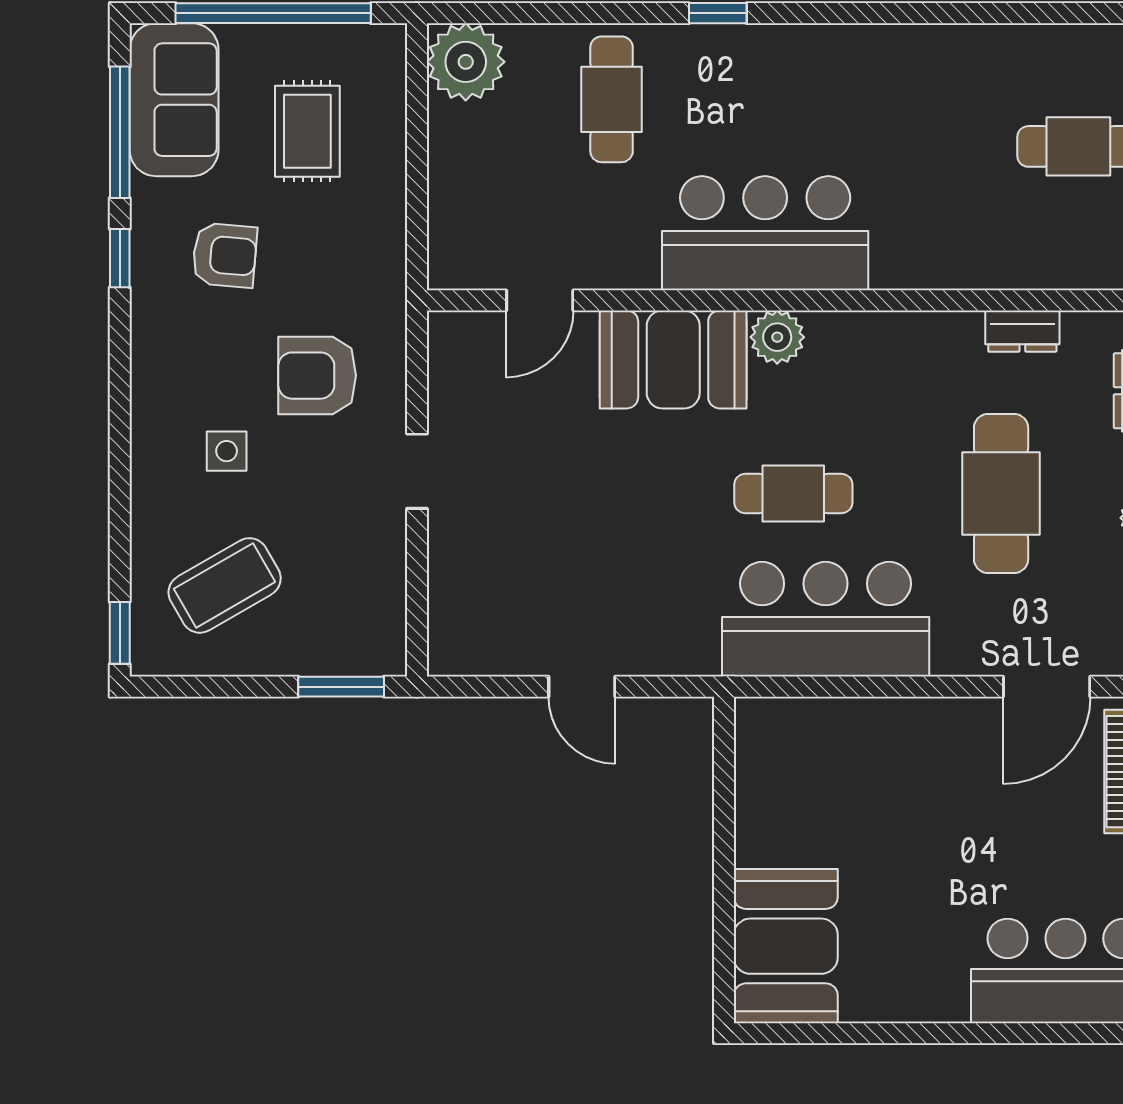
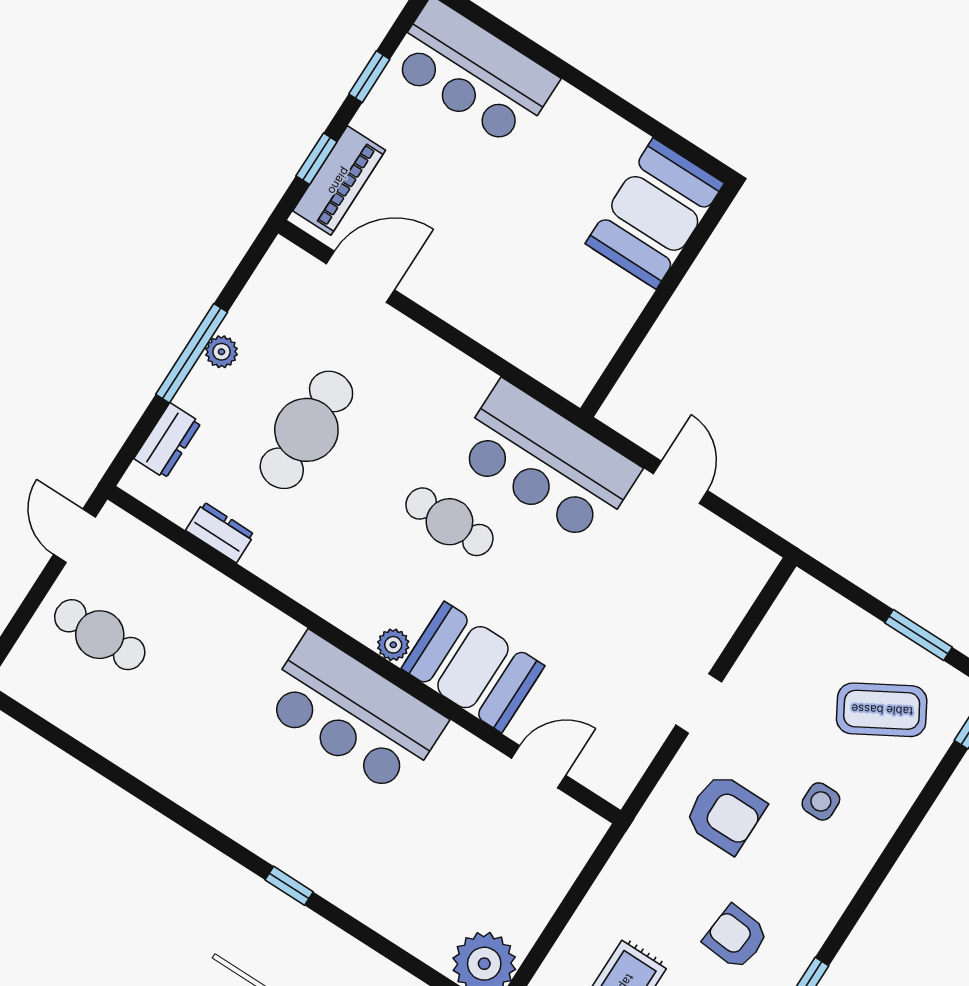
cafe table: (612, 99) -> (400, 873), removed
plant: (777, 337) -> (393, 645), width x0.73, depth x0.73
bar counter: (826, 619) -> (547, 462), moved
window: (341, 687) -> (918, 635), moved

